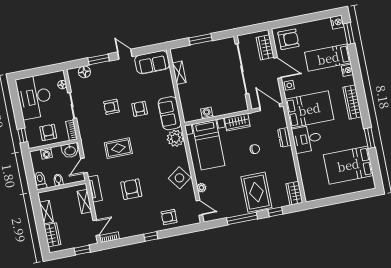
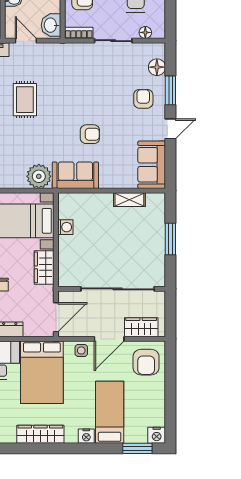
armchair: (111, 107) -> (143, 99), moved
rug: (118, 148) -> (25, 100), moved

